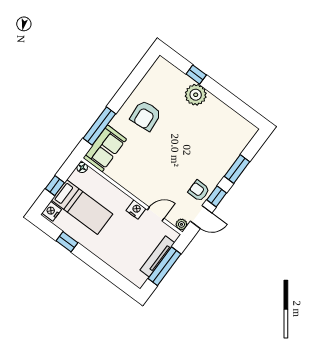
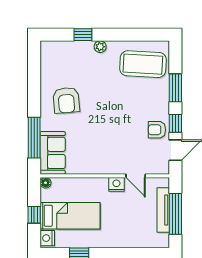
plant: (196, 95) -> (100, 47), width x0.53, depth x0.53
coffee table: (226, 132) -> (143, 64), added
door: (156, 214) -> (136, 176), swing flipped
plant: (181, 224) -> (164, 169), removed

